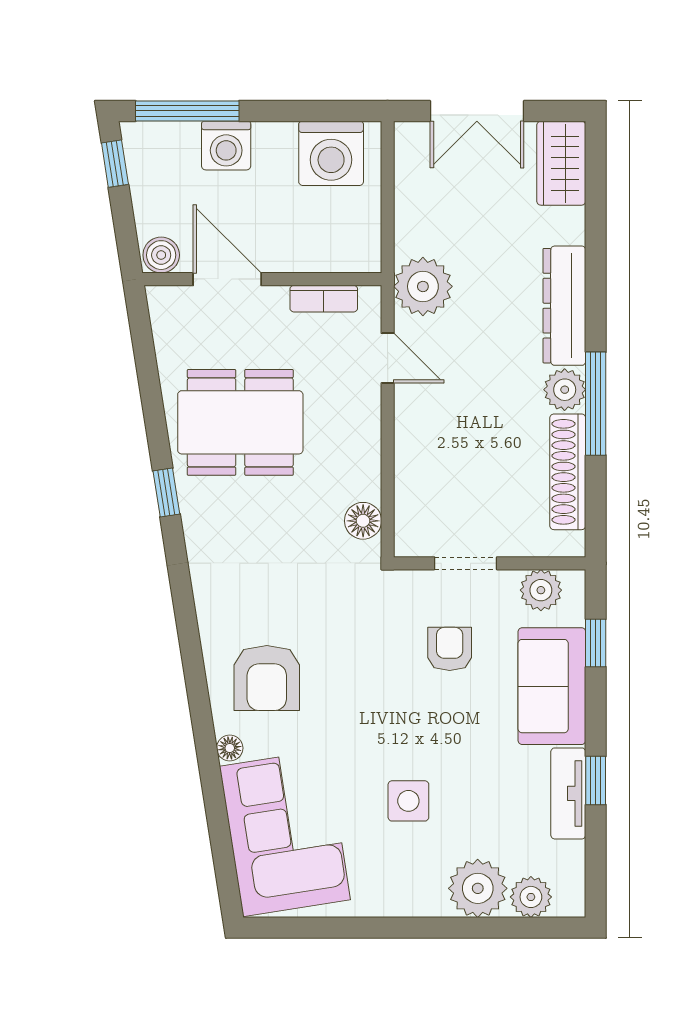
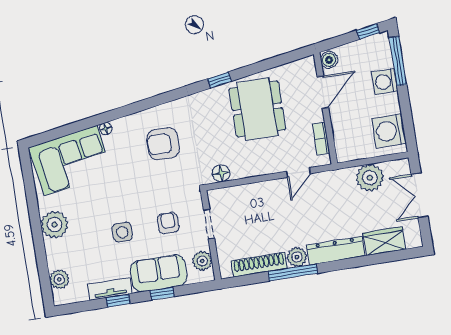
wardrobe: (561, 163) -> (384, 241), moved
plant: (423, 286) -> (370, 178), moved
window: (596, 643) -> (162, 294), moved
armchair: (450, 649) -> (168, 223), turned -90
armchair: (267, 678) -> (163, 144), moved
side table: (408, 801) -> (122, 232), moved
plant: (478, 888) -> (55, 225), moved

